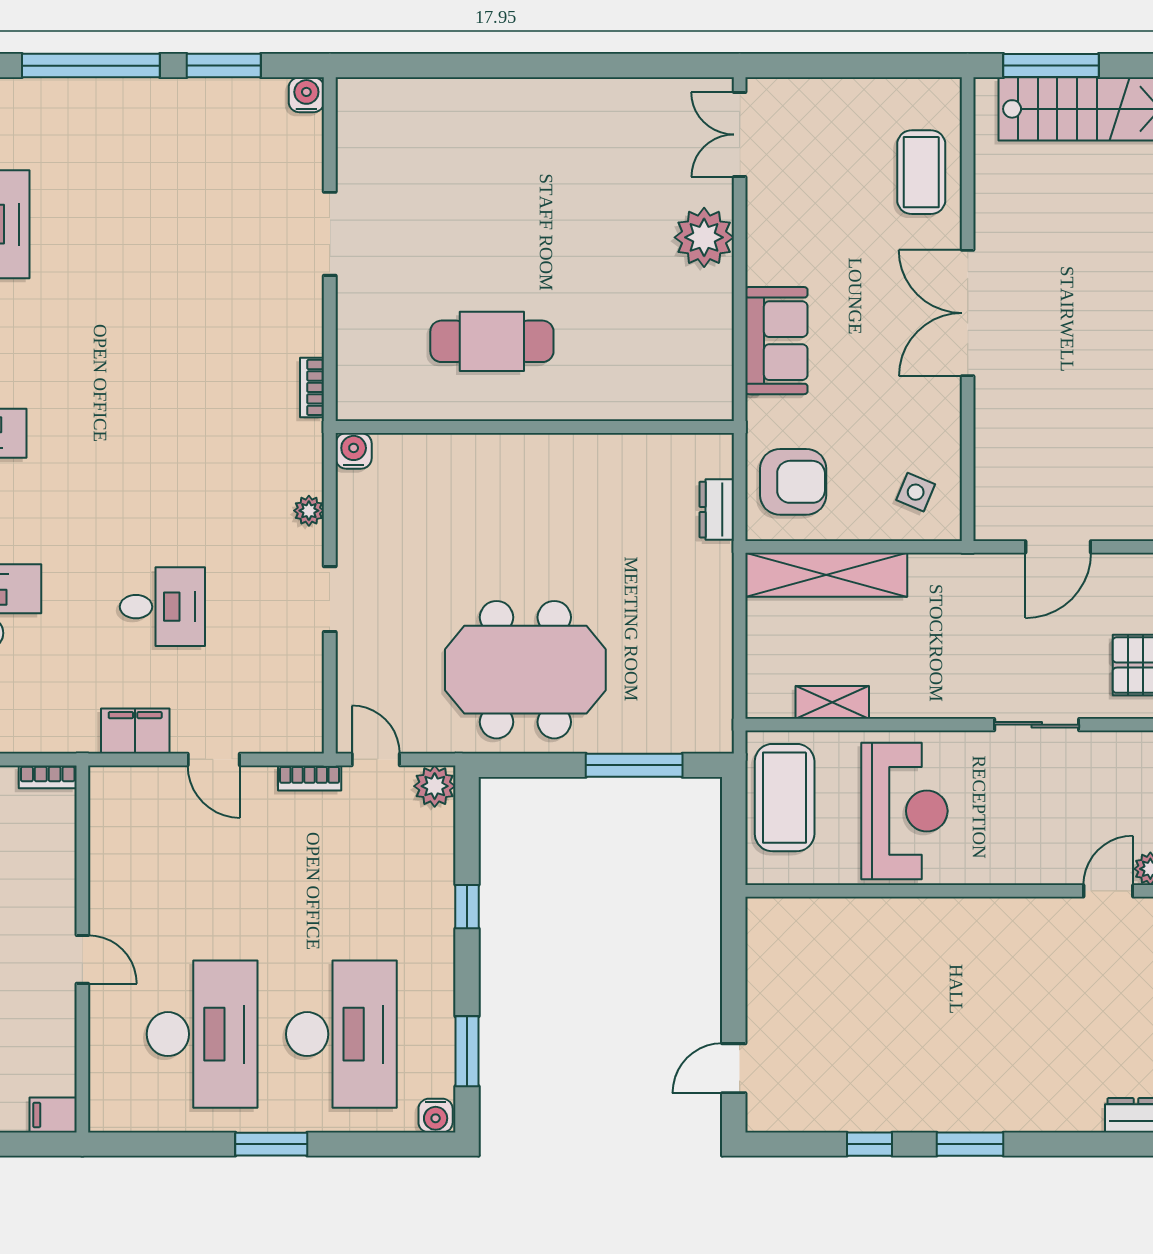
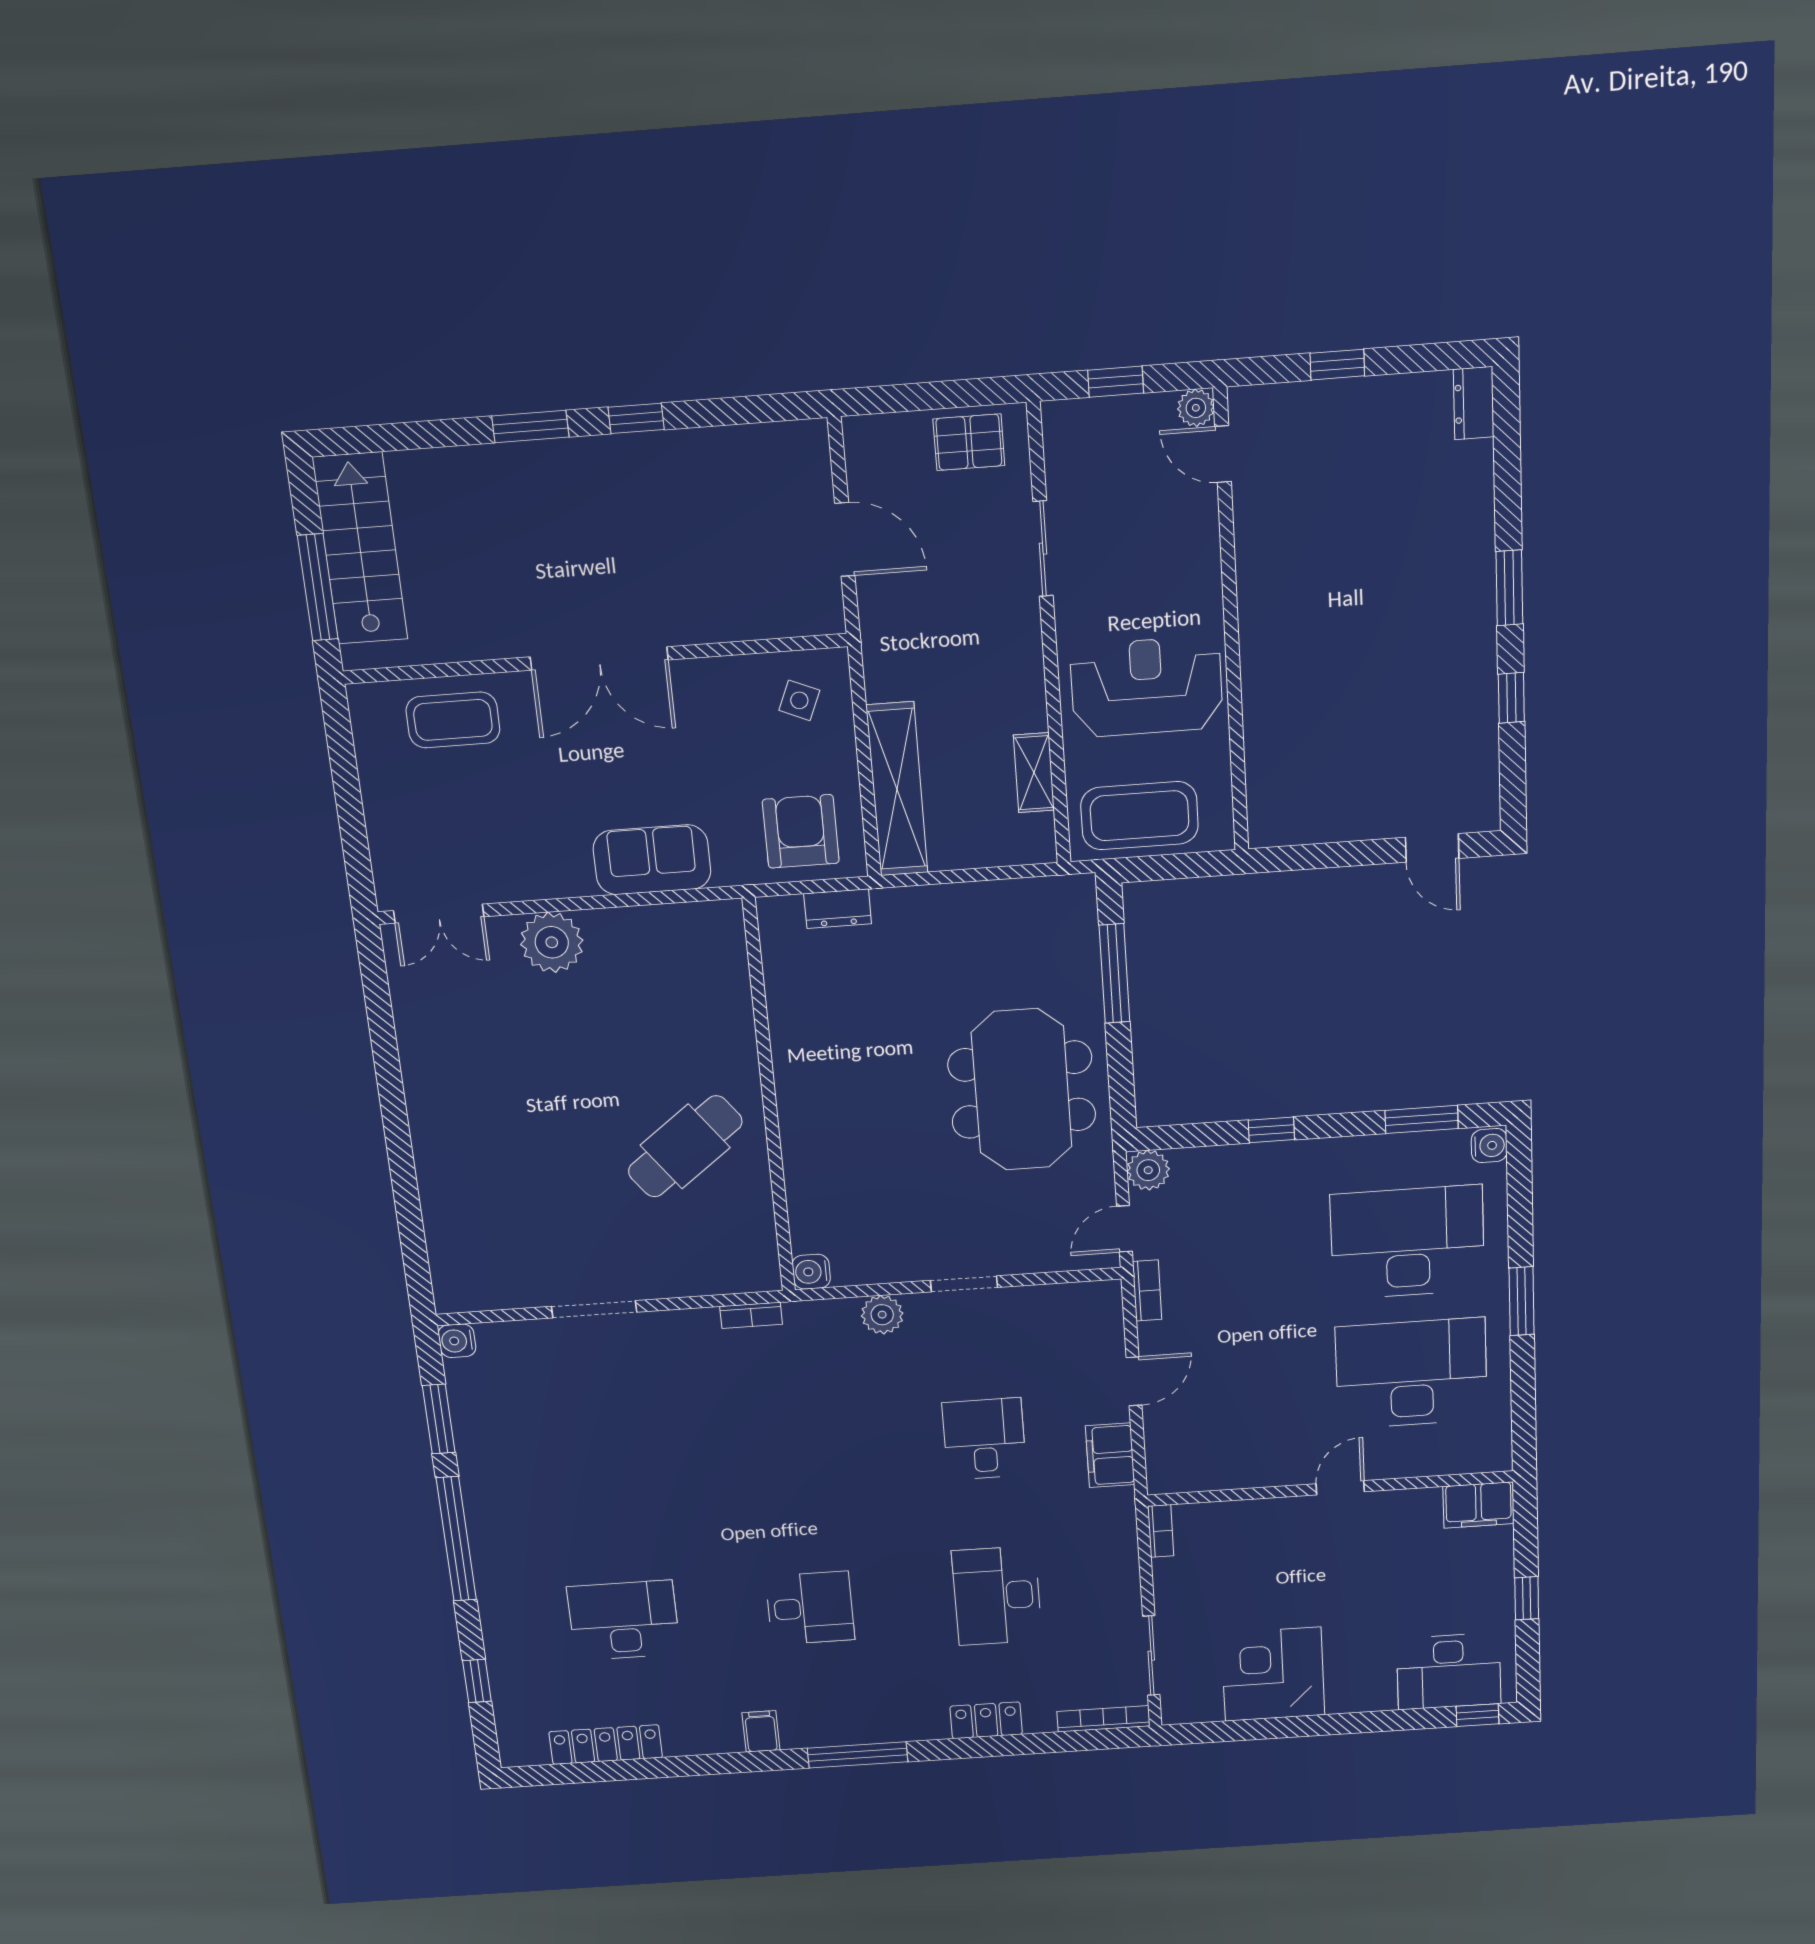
cafe table: (492, 341) -> (685, 1146), turned 53
plant: (309, 511) -> (882, 1315), width x1.38, depth x1.38
filing cabinet: (53, 1115) -> (1479, 1505), width x2.00

